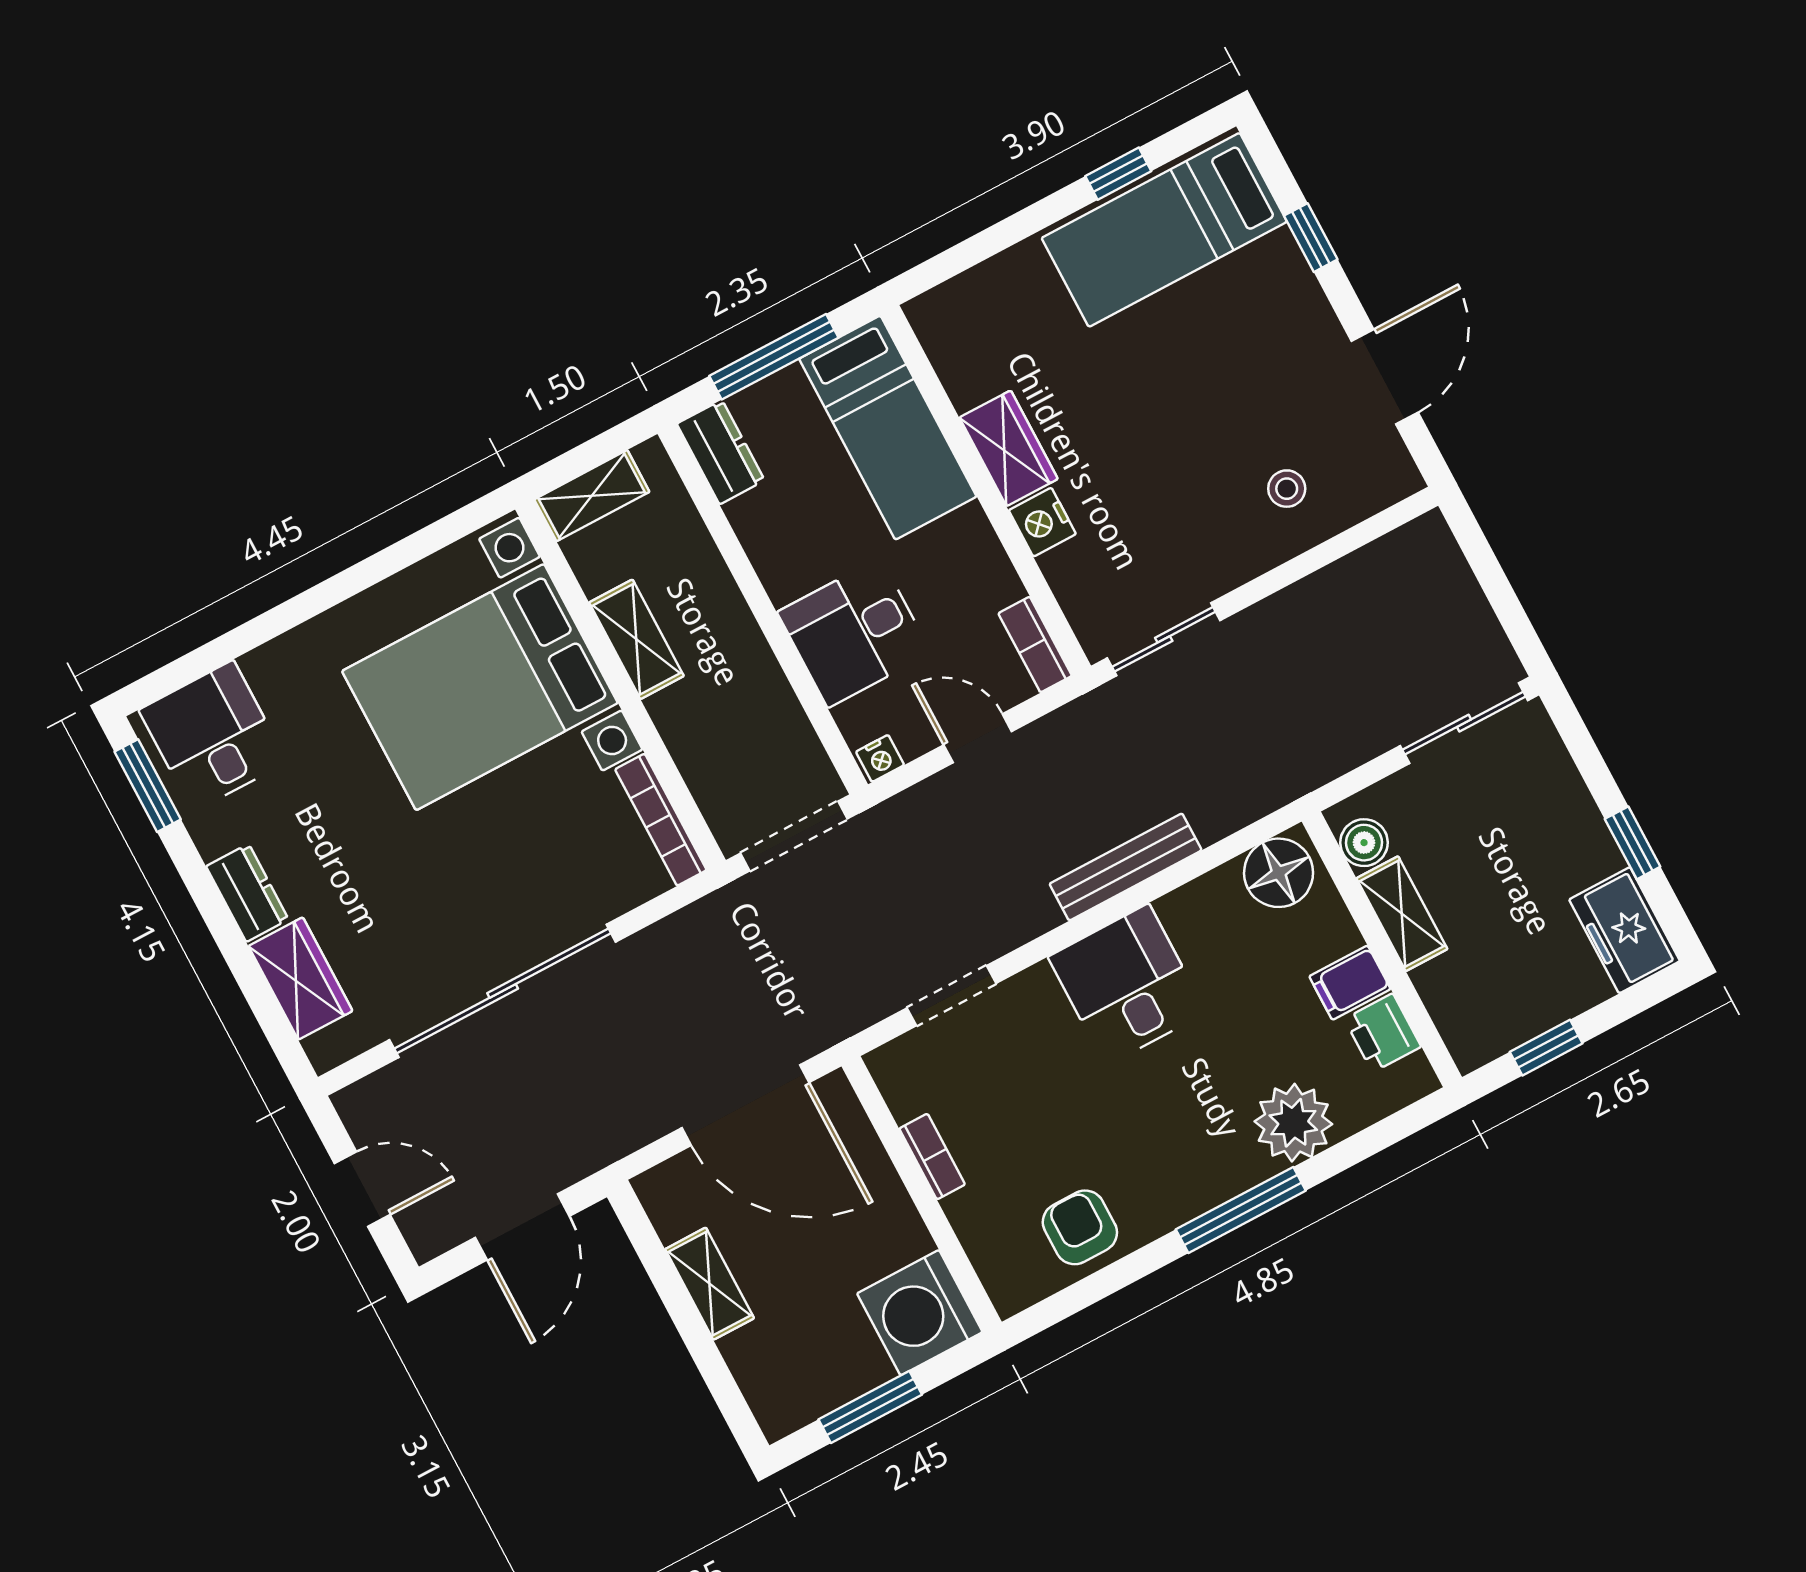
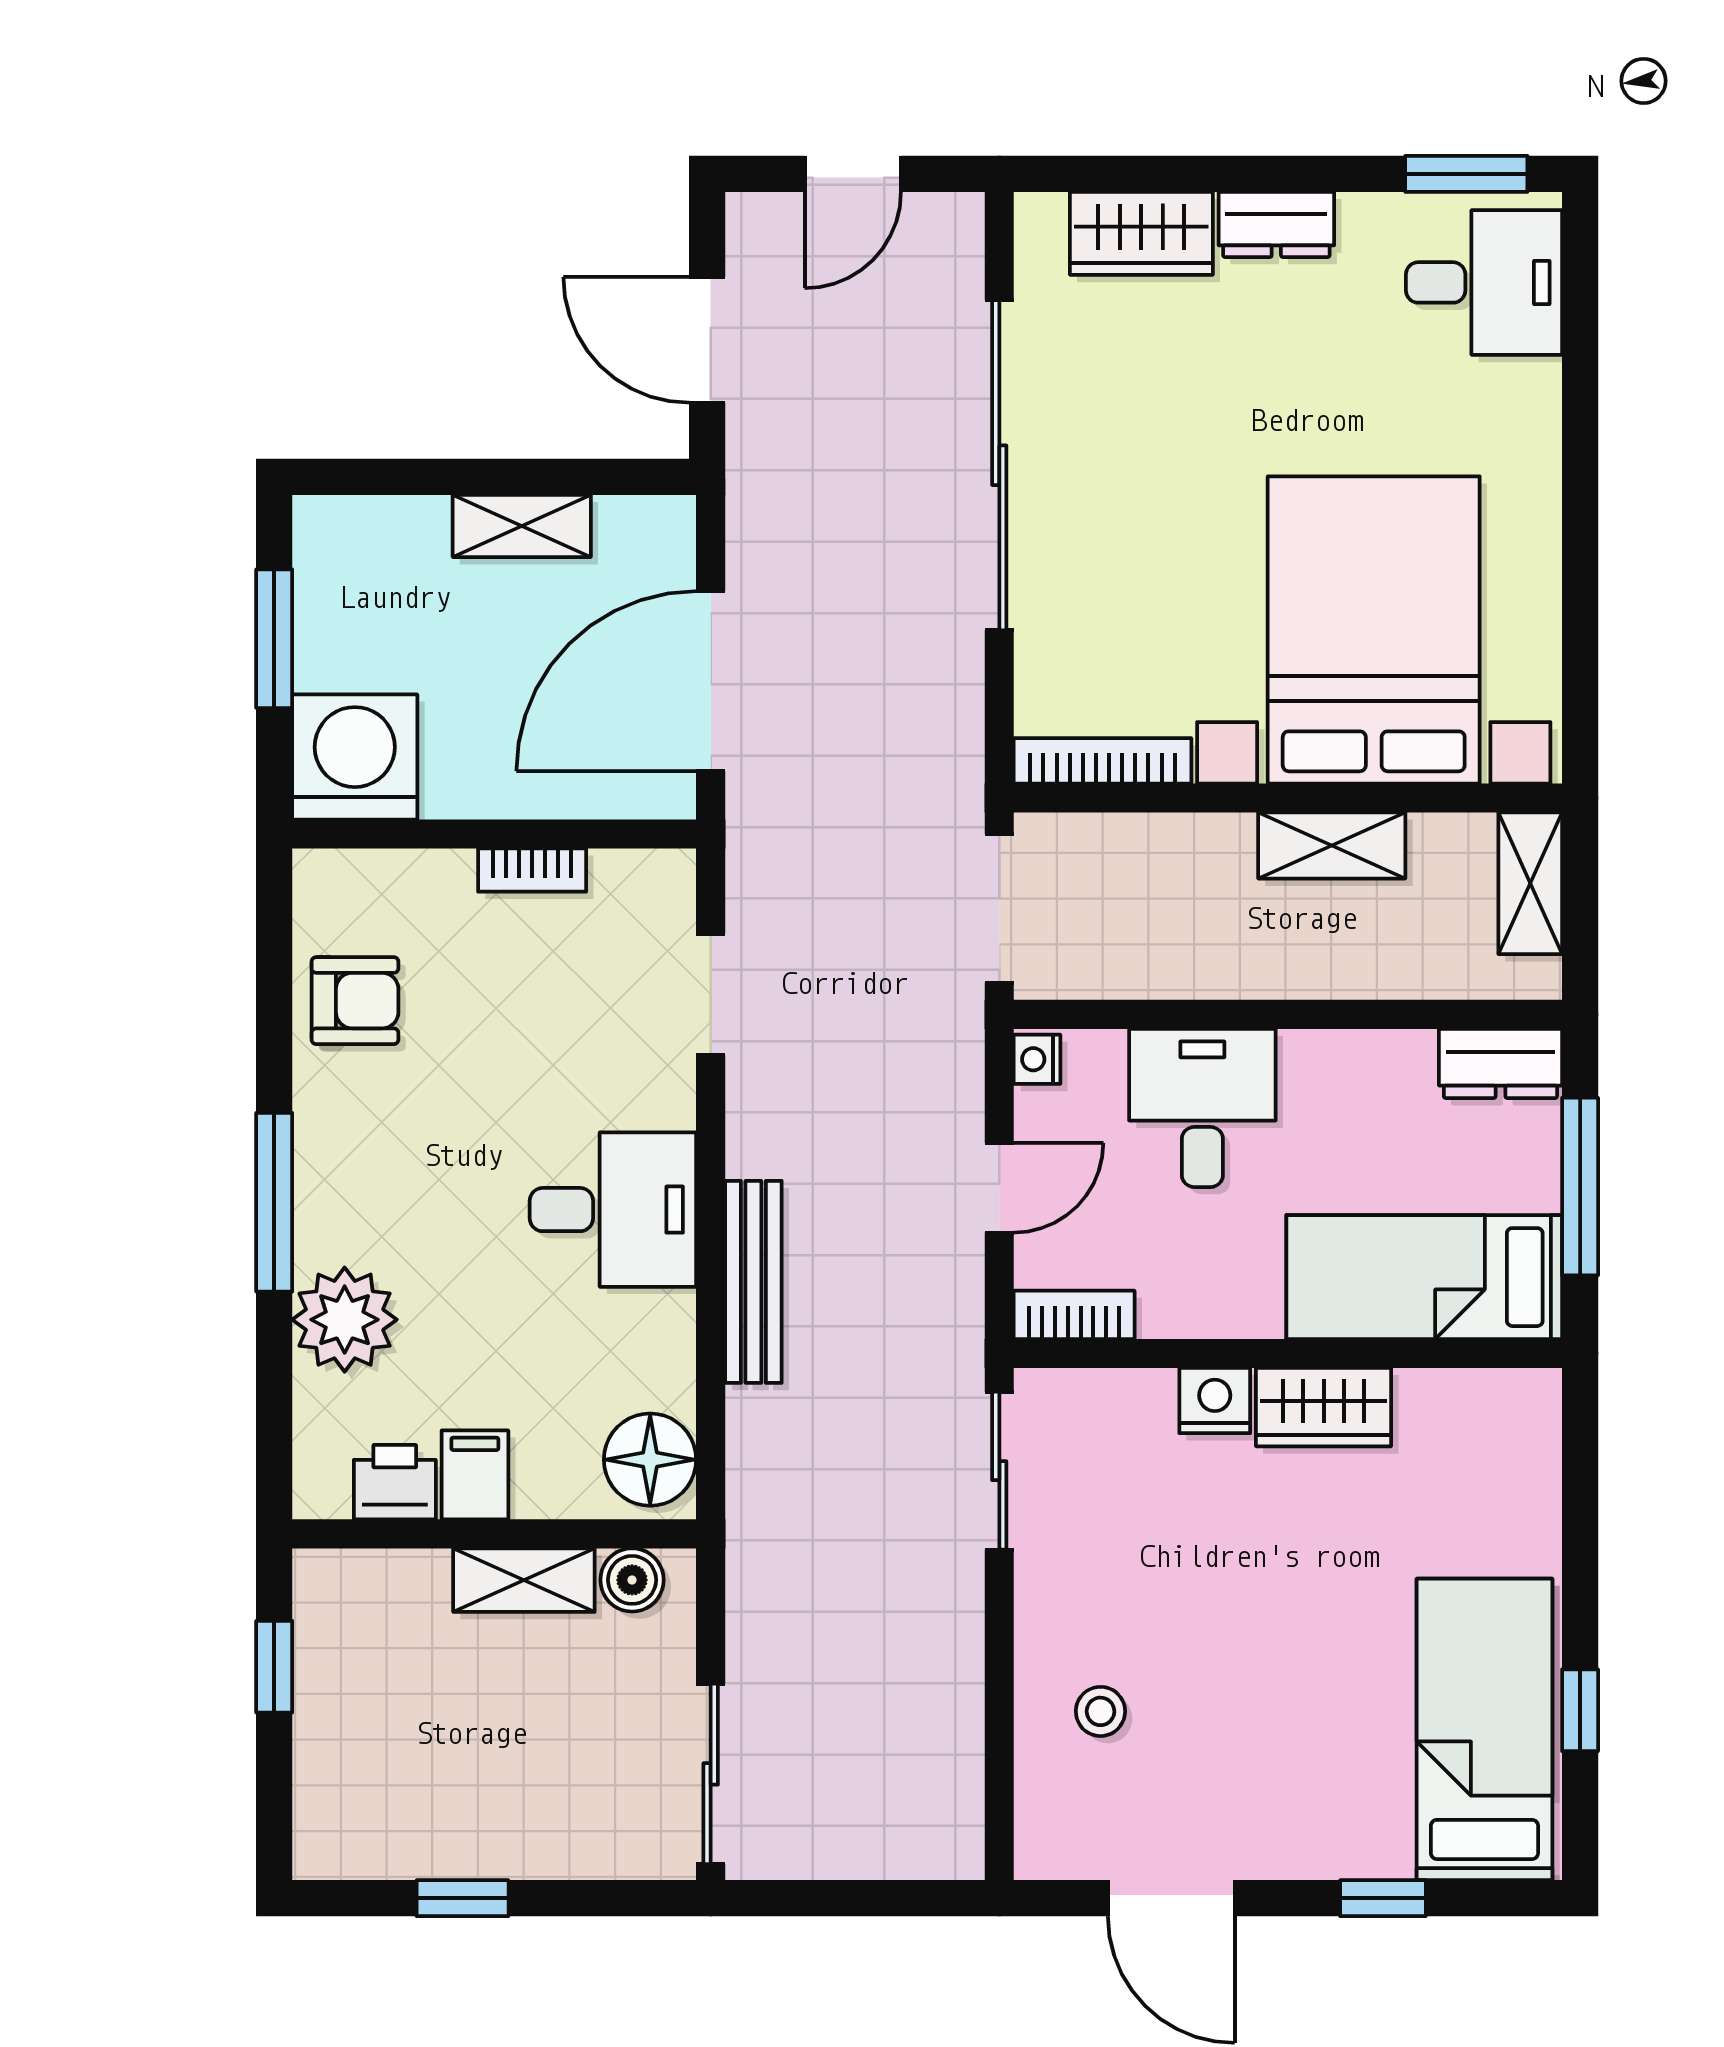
freezer: (1625, 930) -> (364, 1834), removed

